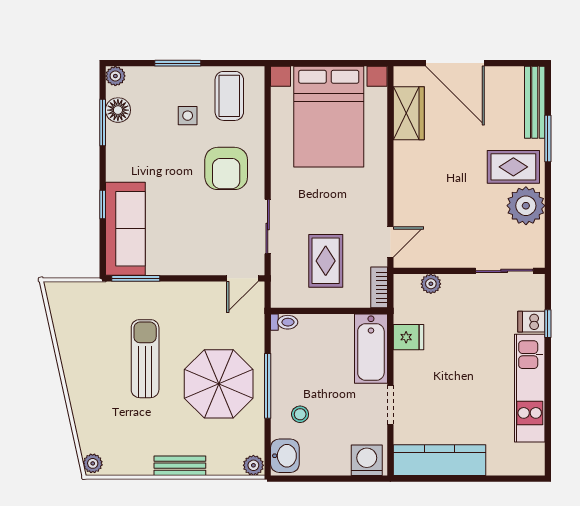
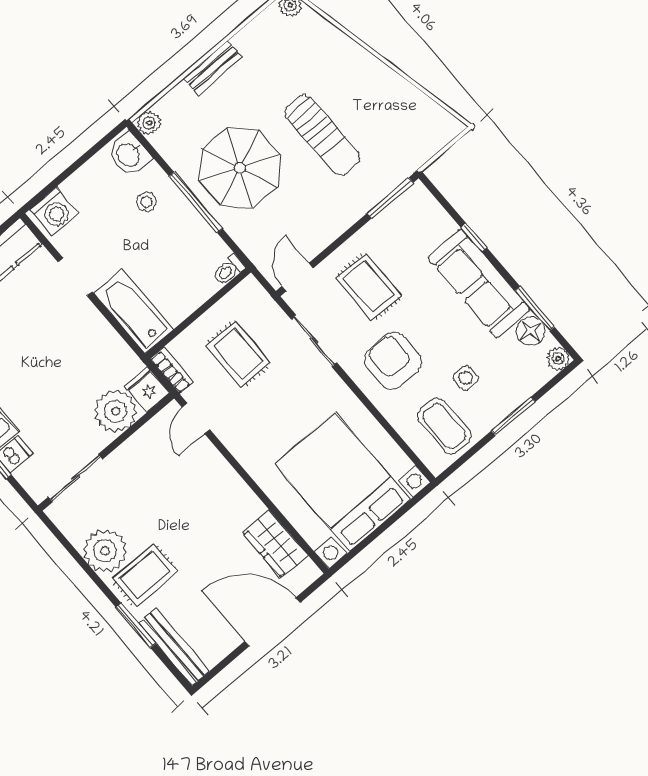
sofa: (125, 229) -> (479, 283), moved
rug: (200, 232) -> (369, 287), added
plant: (431, 284) -> (116, 411), width x1.87, depth x1.87
fridge: (408, 337) -> (147, 389), moved, turned 90

